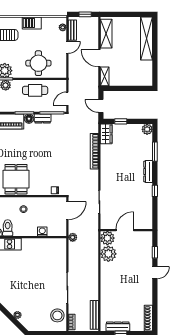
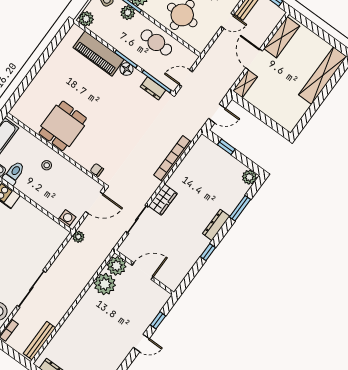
door: (101, 106) -> (217, 113), swing flipped
dresser: (43, 119) -> (153, 88), moved
wardrobe: (106, 134) -> (163, 200), moved
washing machine: (42, 231) -> (67, 218), moved

